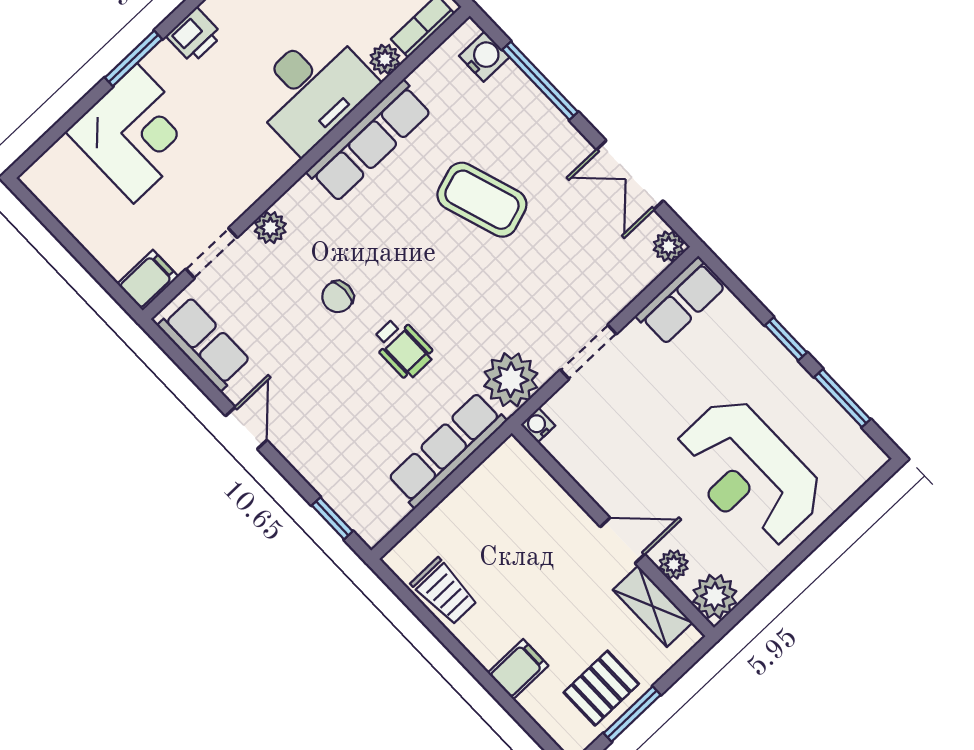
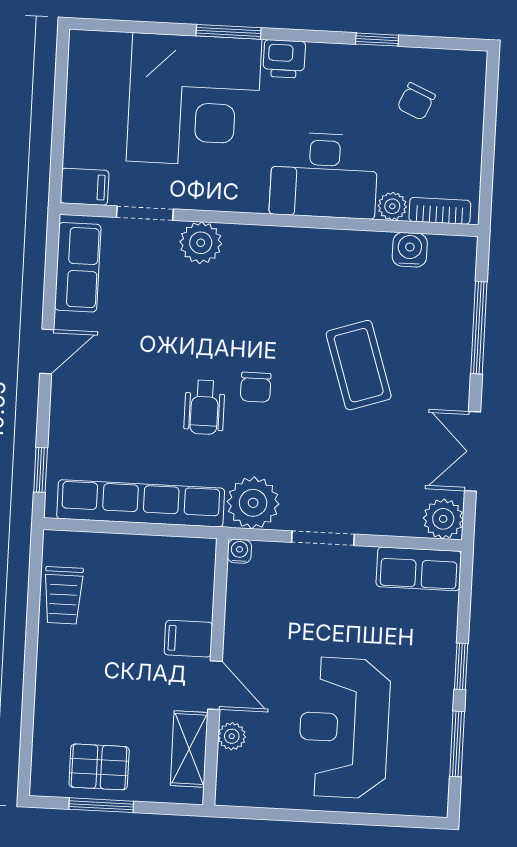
water cooler: (484, 57) -> (410, 250), moved, turned -90
corner desk: (135, 133) -> (194, 100), width x1.36, depth x1.36
row of seats: (369, 141) -> (325, 249), removed
plant: (270, 228) -> (201, 243), width x1.38, depth x1.38
plant: (668, 246) -> (443, 519), width x1.38, depth x1.38
chair: (338, 297) -> (256, 387), moved, turned -90
row of seats: (447, 450) -> (141, 503), width x1.36
plant: (715, 596) -> (237, 785), removed
filing cabinet: (518, 669) -> (188, 639), moved, turned 180

